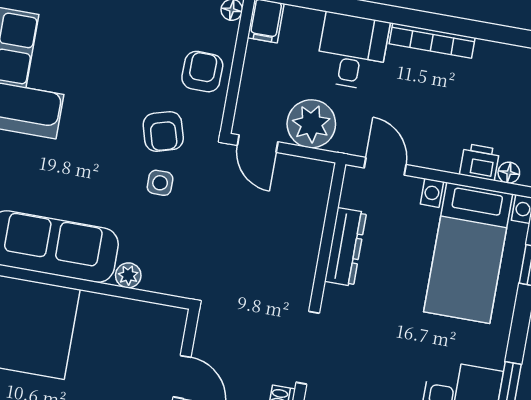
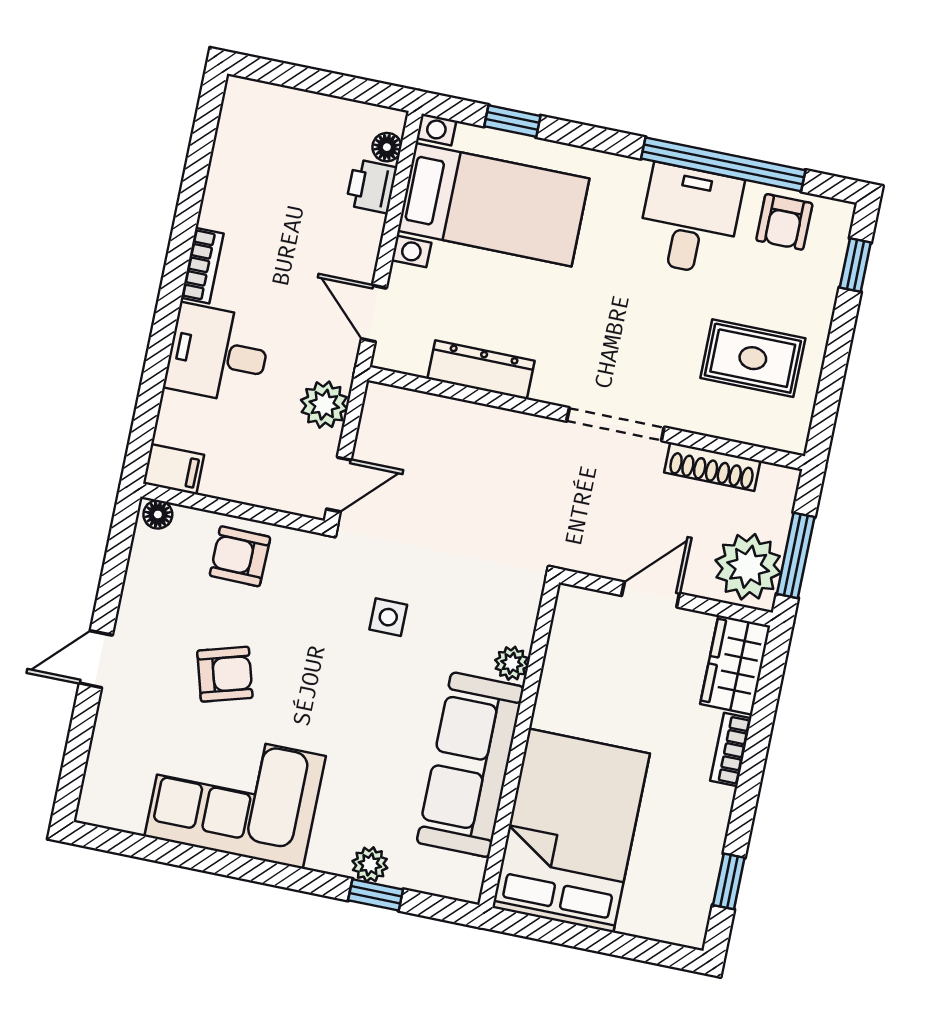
bookcase: (432, 41) -> (202, 266), width x0.64
plant: (311, 124) -> (324, 405), width x0.73, depth x0.73
armchair: (163, 131) -> (225, 674), moved
door: (385, 166) -> (374, 313), hinge flipped

